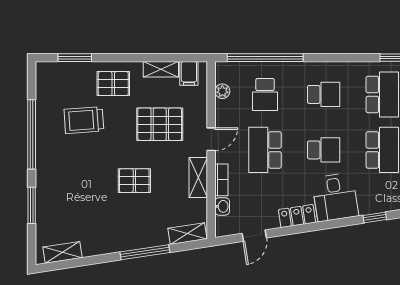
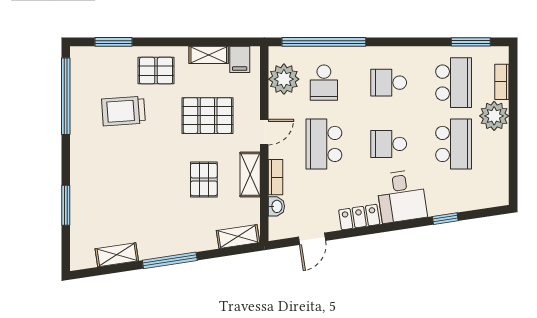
plant: (222, 91) -> (284, 79), width x1.87, depth x1.87
school desk: (324, 94) -> (389, 83), turned 180
window: (32, 134) -> (66, 96), moved
school desk: (324, 150) -> (389, 144), turned 180
pallet: (134, 181) -> (204, 180), moved, turned 90
shelving: (63, 252) -> (117, 255), moved
window: (145, 252) -> (170, 260), moved

